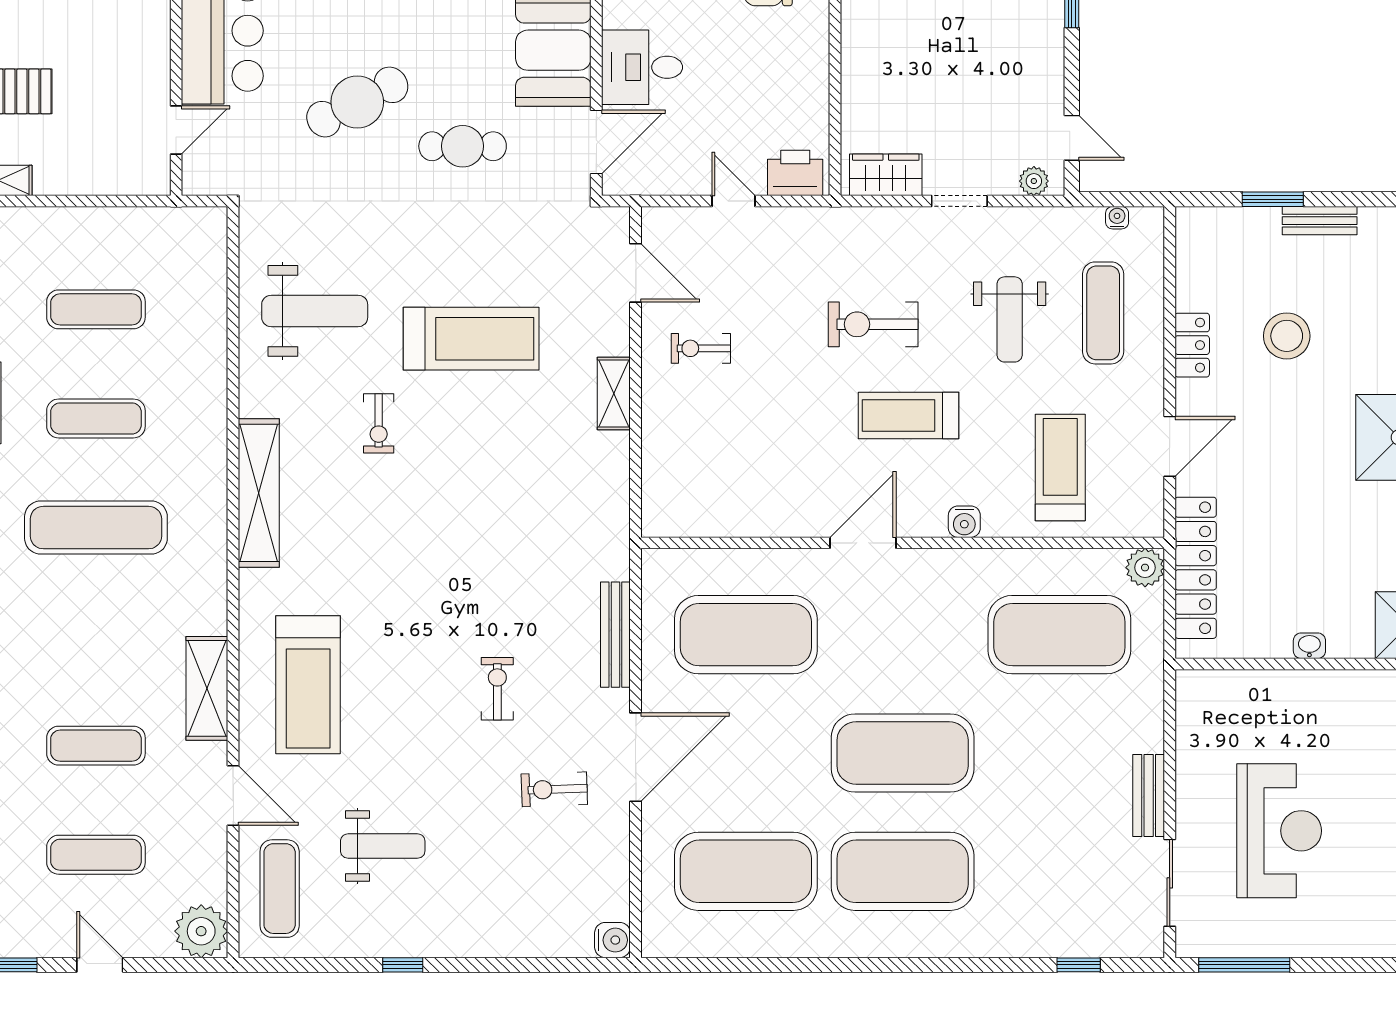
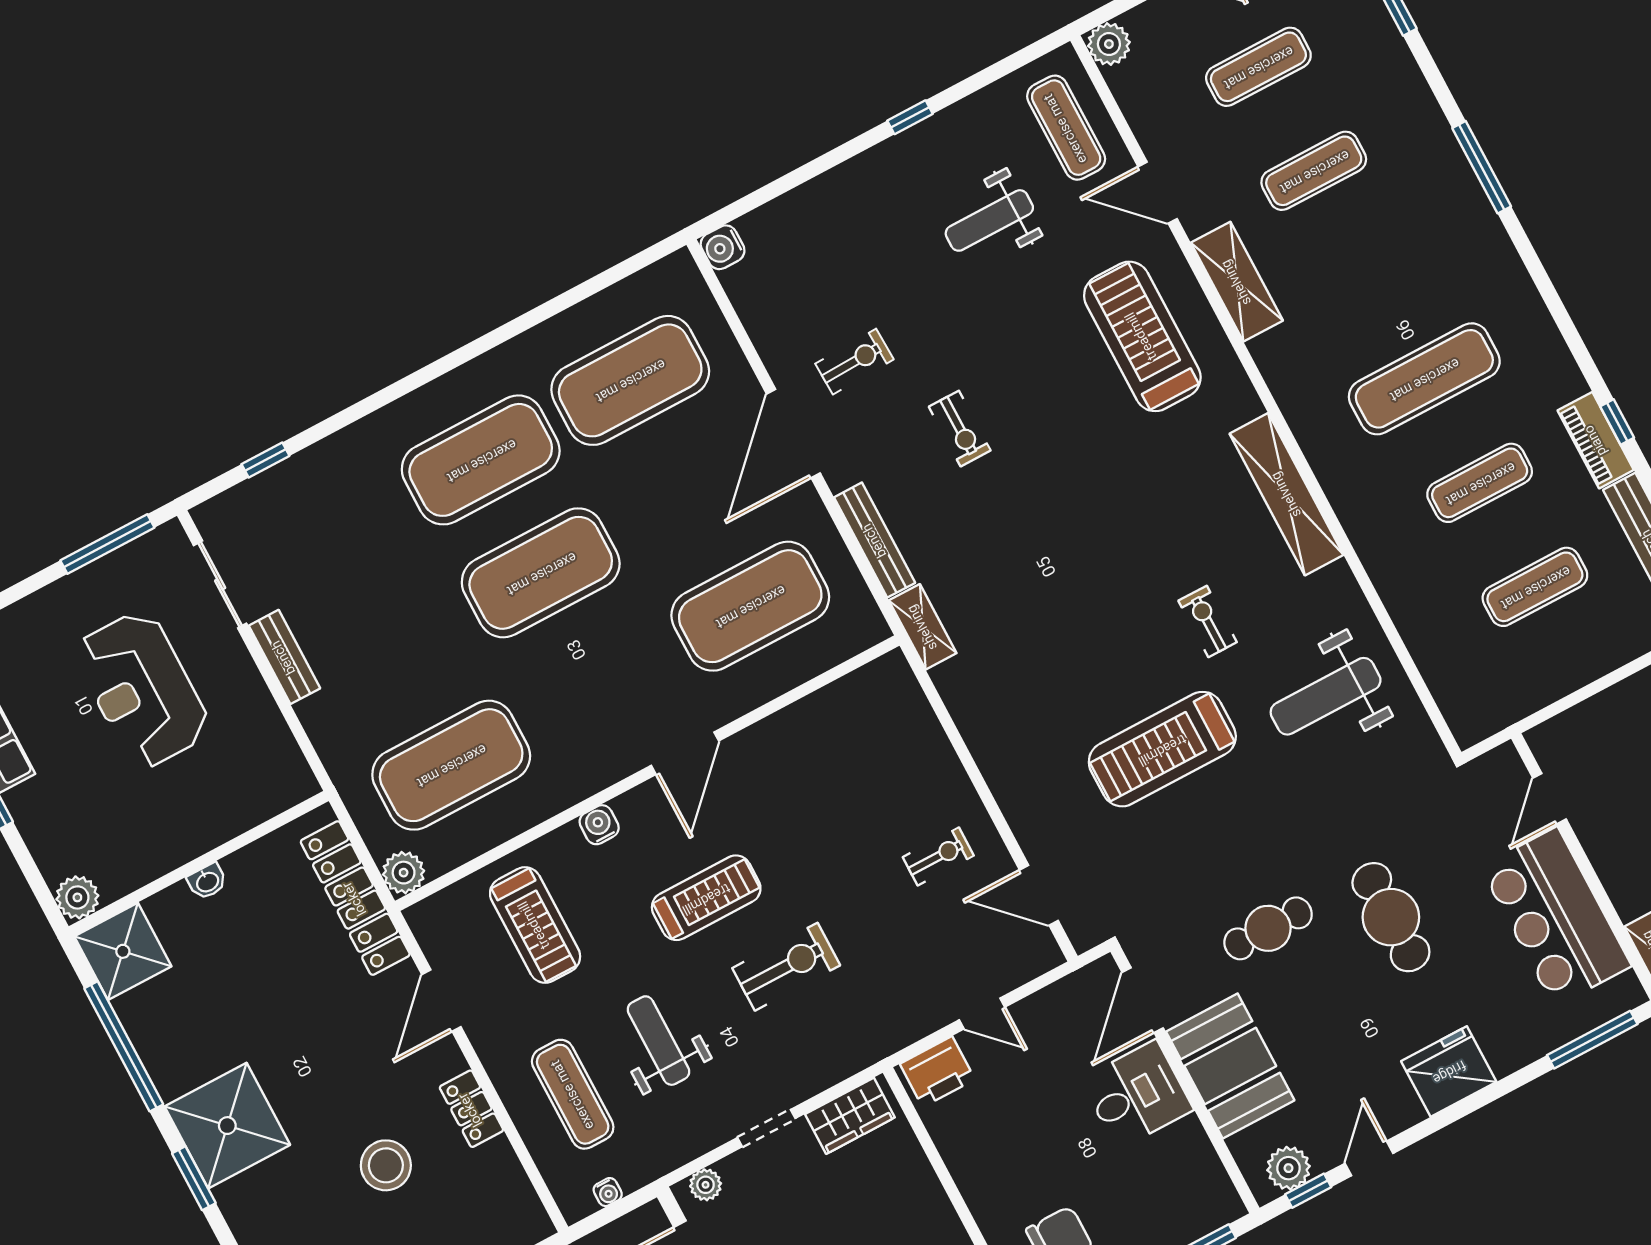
cafe table: (357, 102) -> (1391, 917), turned -63
shelving: (614, 393) -> (923, 627), moved
plant: (201, 931) -> (1109, 44), width x0.73, depth x0.73

